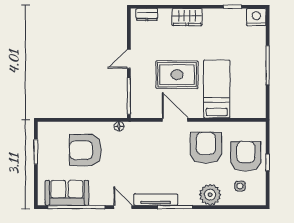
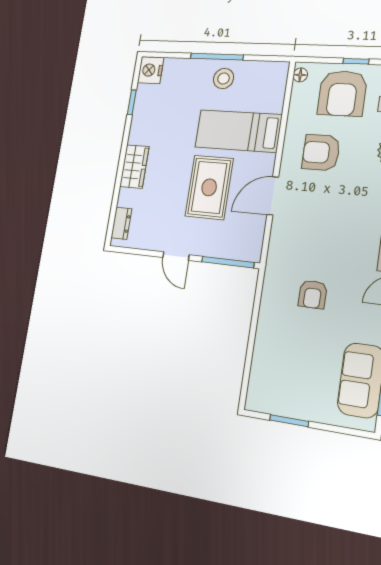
stool: (252, 73) -> (223, 78), added
floor lamp: (119, 126) -> (300, 75), moved
armchair: (206, 148) -> (321, 153), width x0.73, depth x0.73
armchair: (85, 150) -> (313, 294), moved, width x0.53, depth x0.53
armchair: (246, 156) -> (342, 93), turned -90

